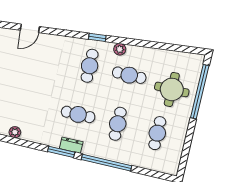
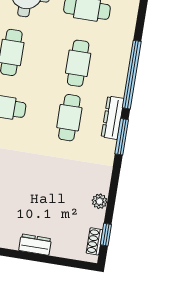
cafe table: (118, 124) -> (78, 63), turned 90
dresser: (71, 145) -> (113, 118), width x1.44

